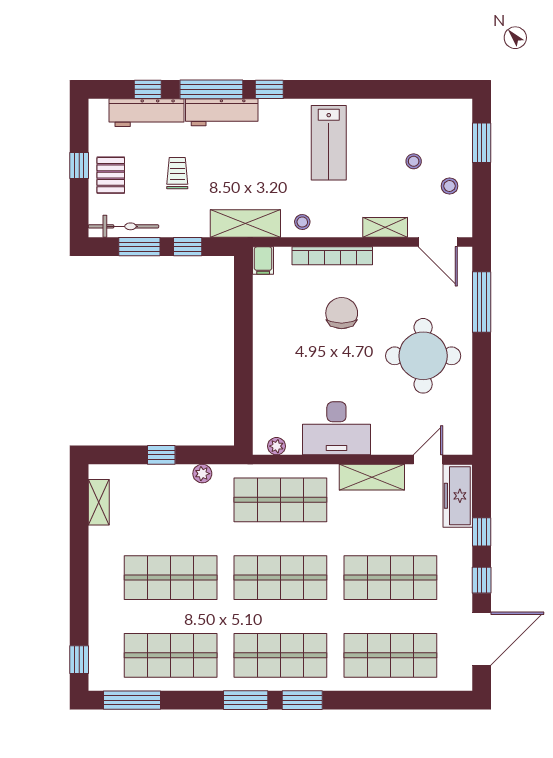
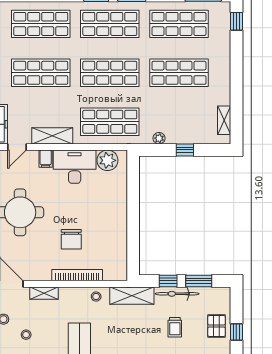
bicycle: (123, 226) -> (177, 294), moved
filing cabinet: (263, 261) -> (46, 159), moved, turned 180
plant: (277, 446) -> (107, 160), width x1.88, depth x1.88

